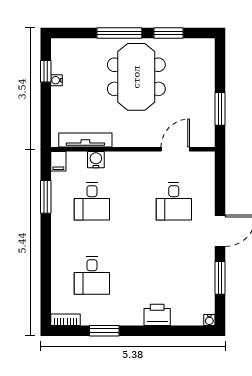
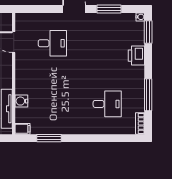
desk: (92, 201) -> (52, 104), removed
window: (104, 331) -> (148, 95), width x1.44
window: (189, 331) -> (148, 32), added

